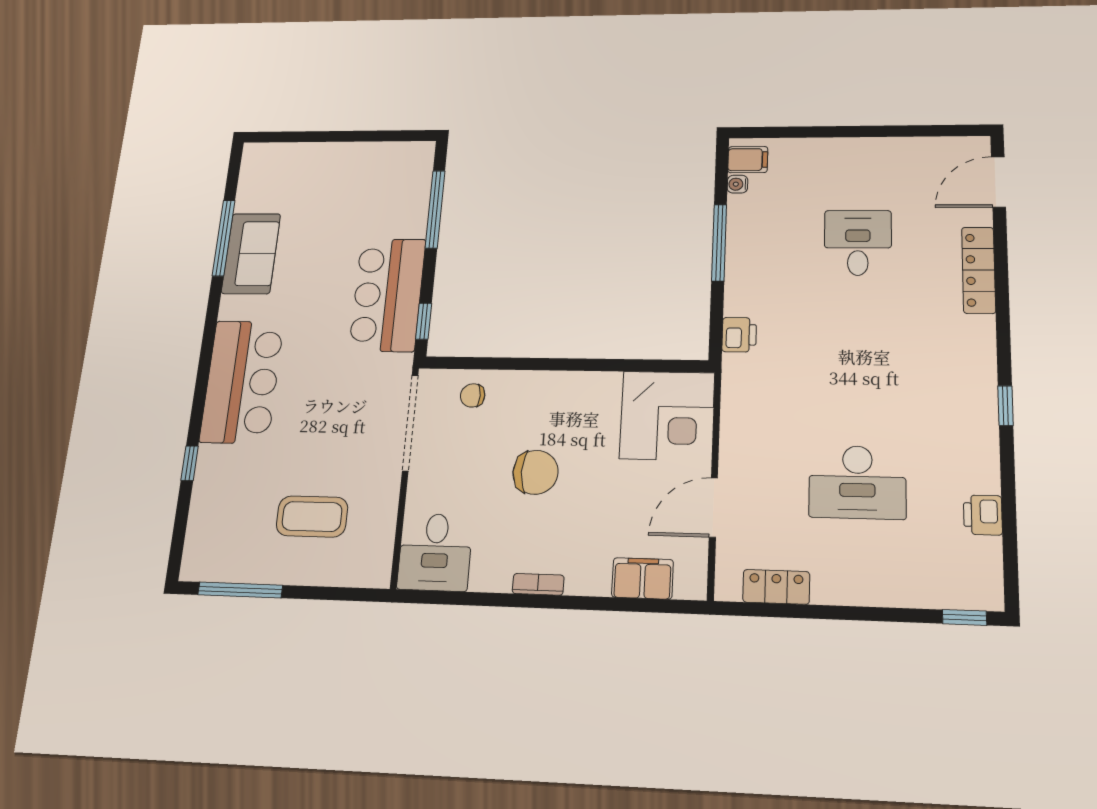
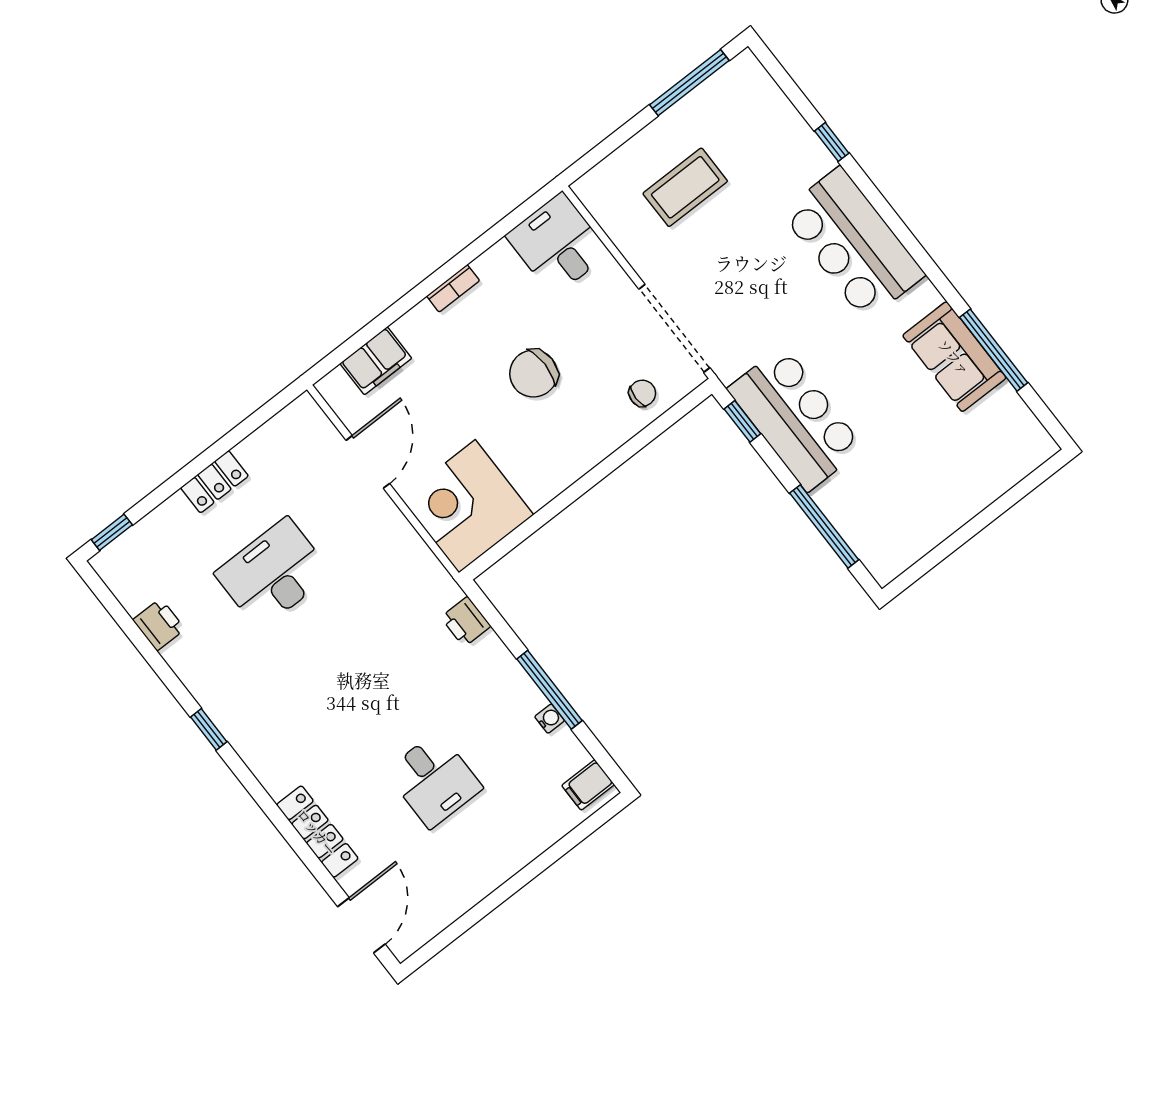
water cooler: (737, 184) -> (550, 719), moved
locker: (776, 587) -> (214, 482), moved

